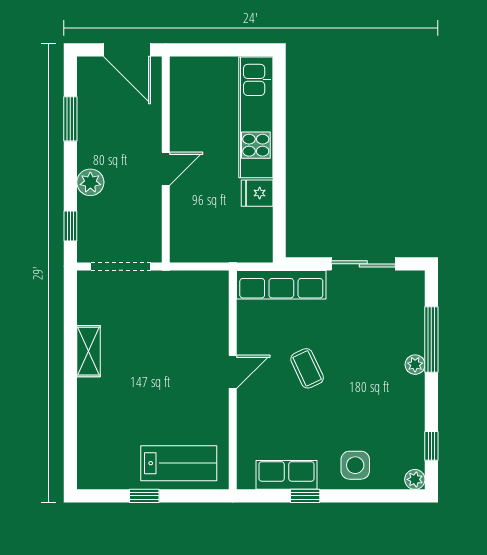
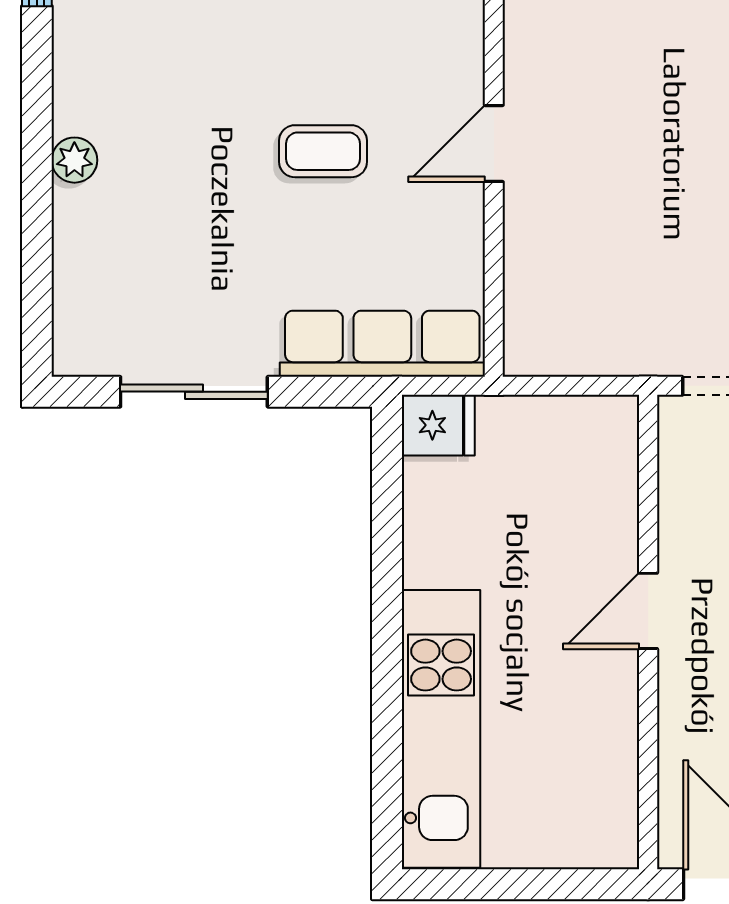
fridge: (257, 193) -> (438, 425), moved
window: (431, 339) -> (37, 218), removed
coffee table: (307, 368) -> (323, 151), turned -65

